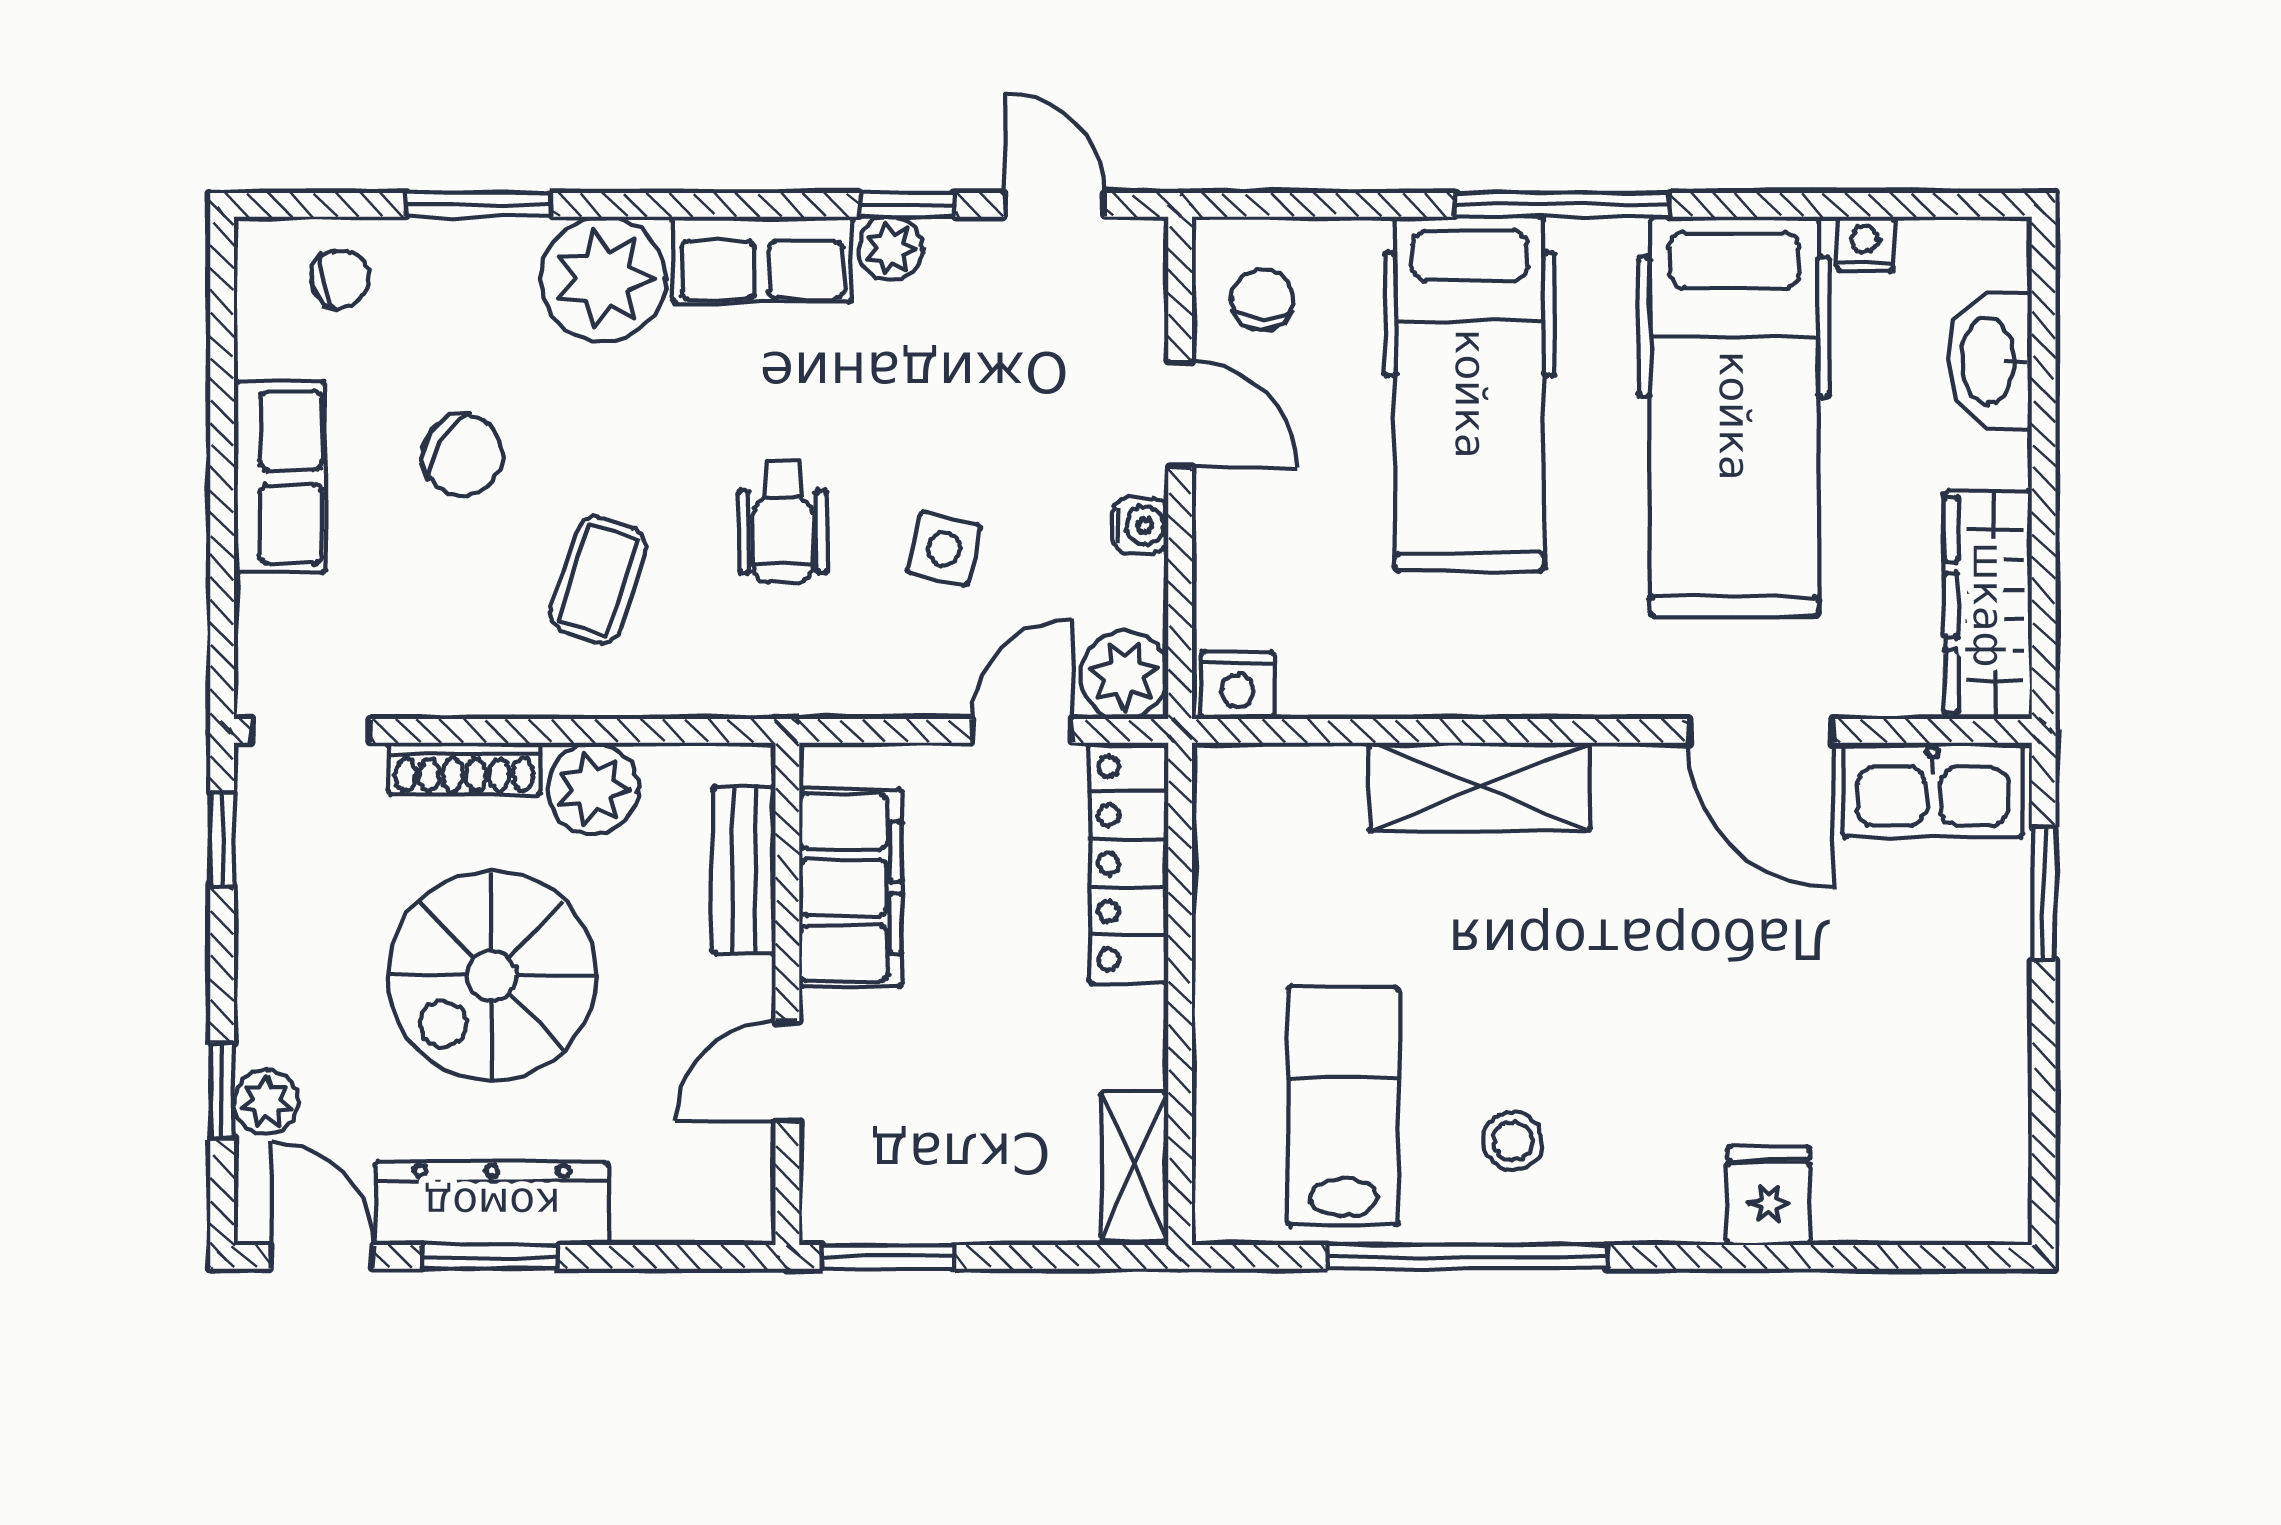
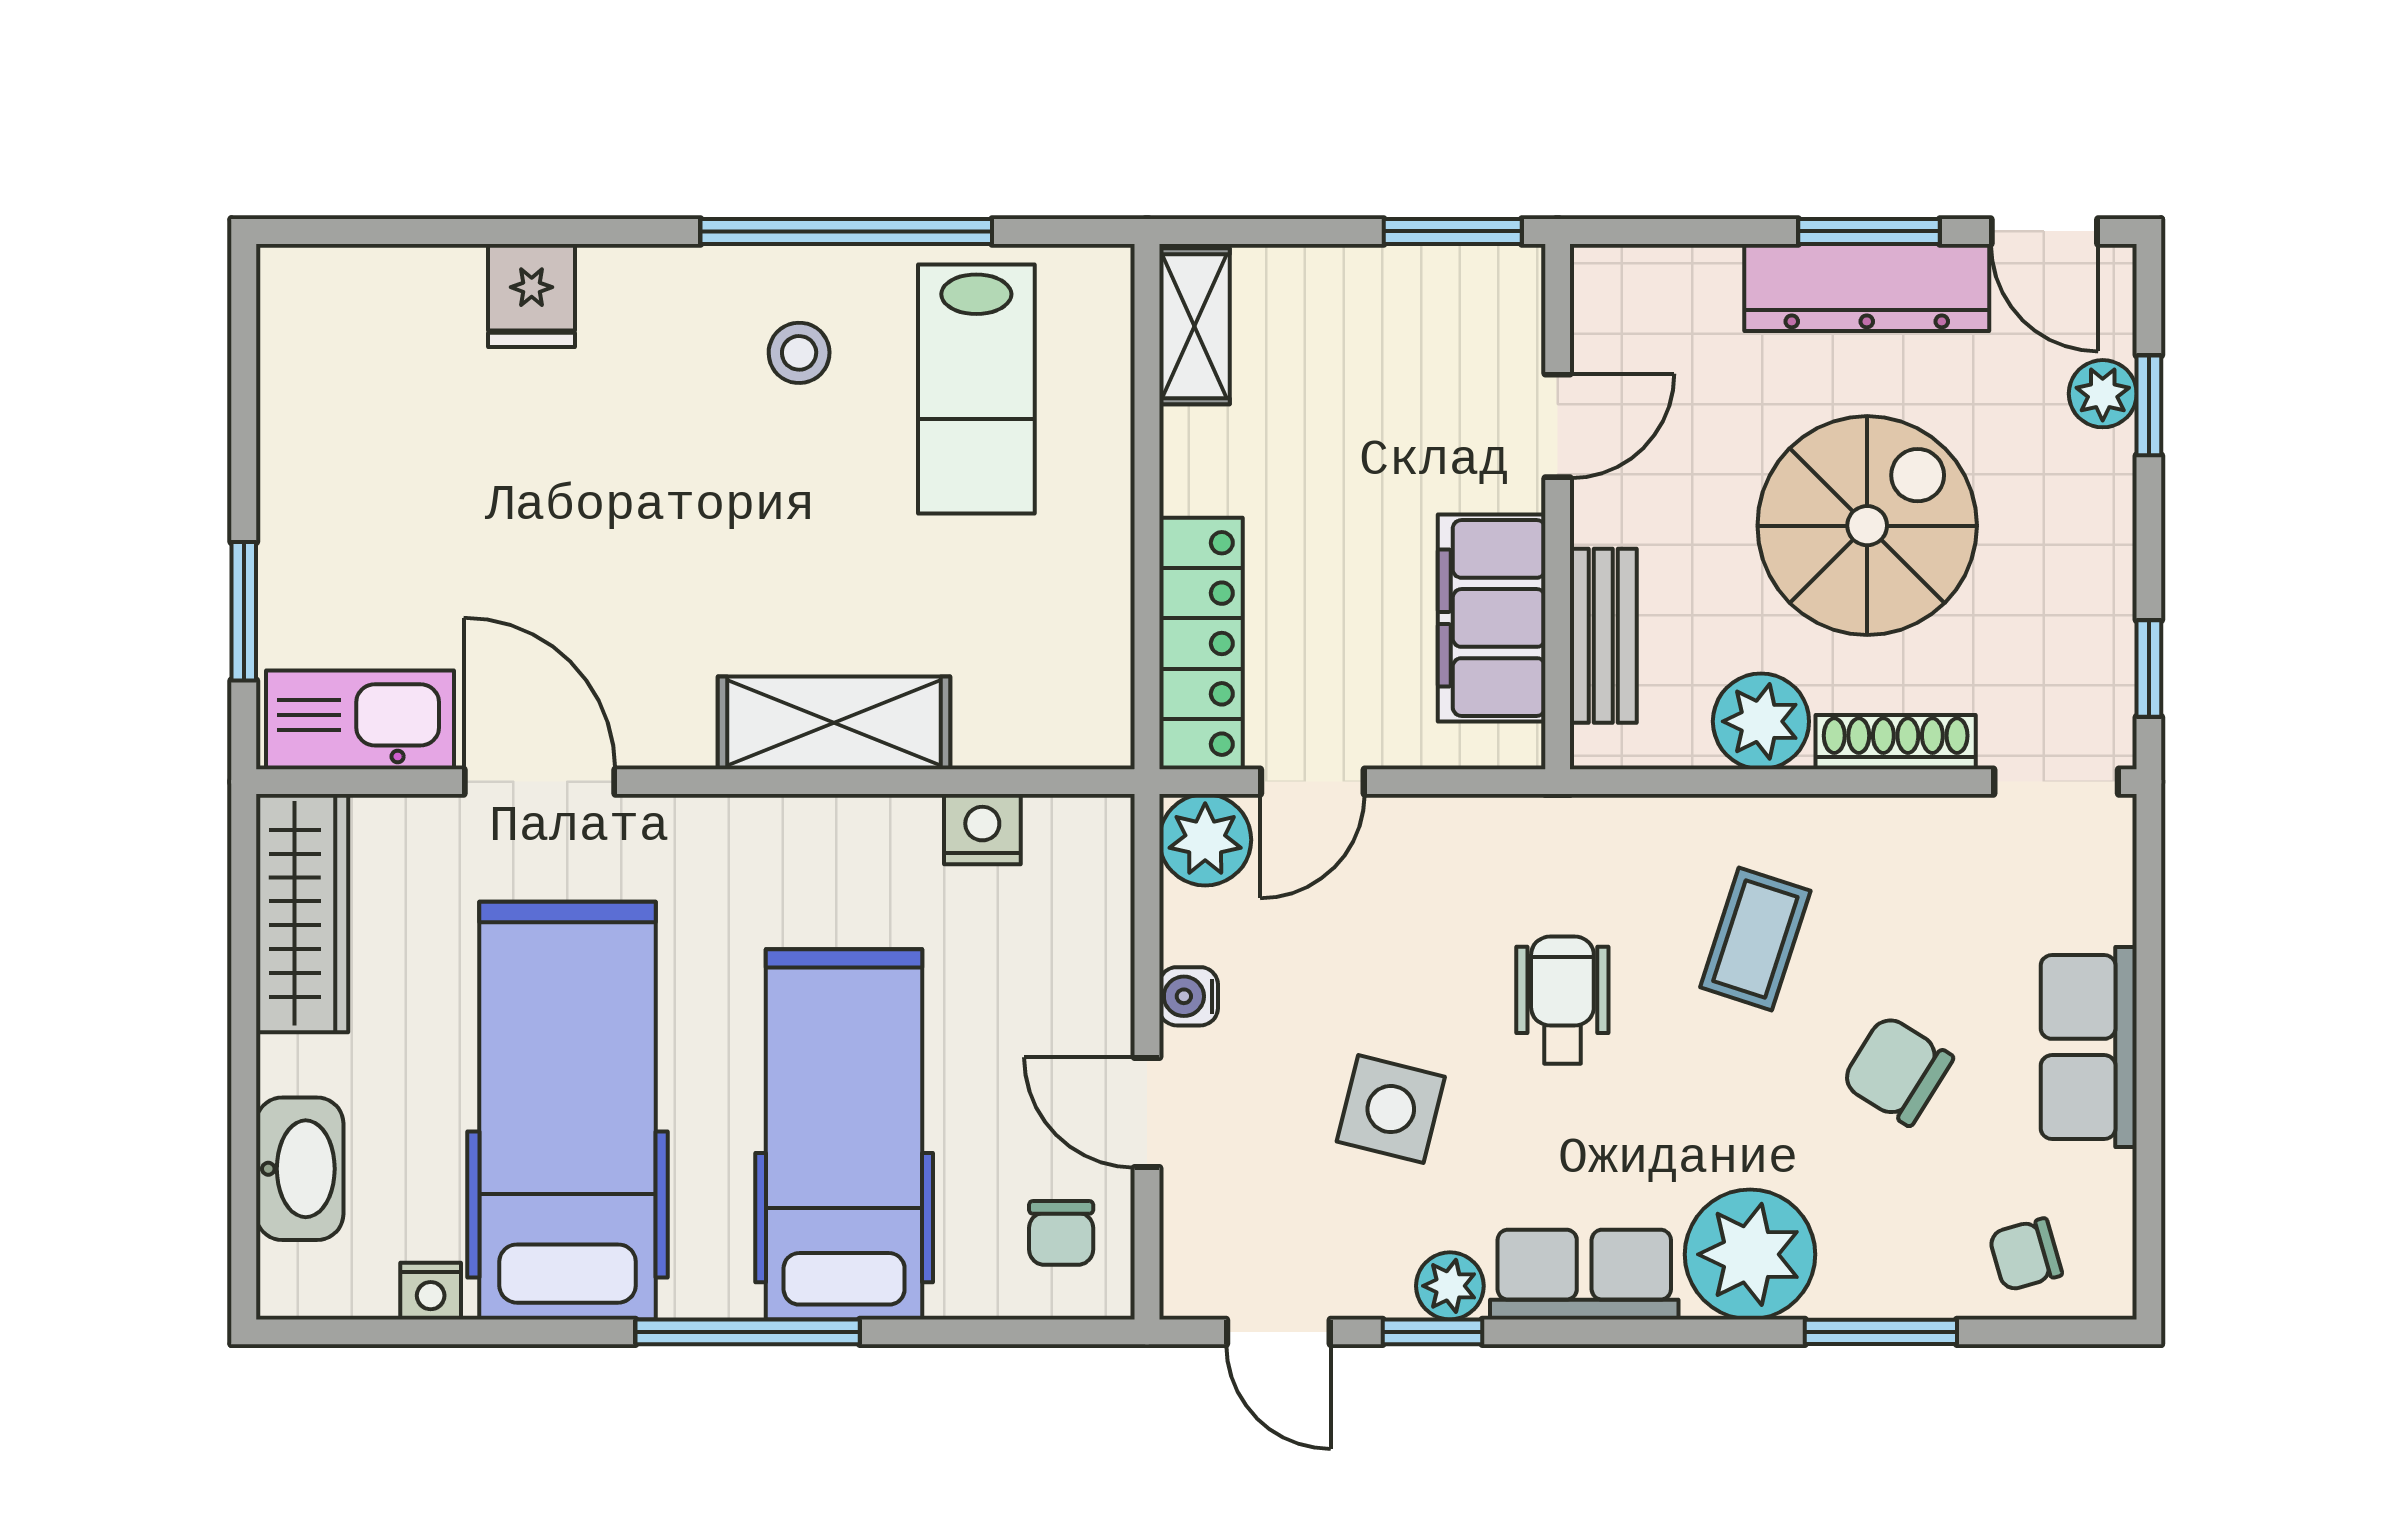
side table: (944, 549) -> (1391, 1109), moved, width x1.37, depth x1.37
nightstand: (1238, 685) -> (982, 829), moved

